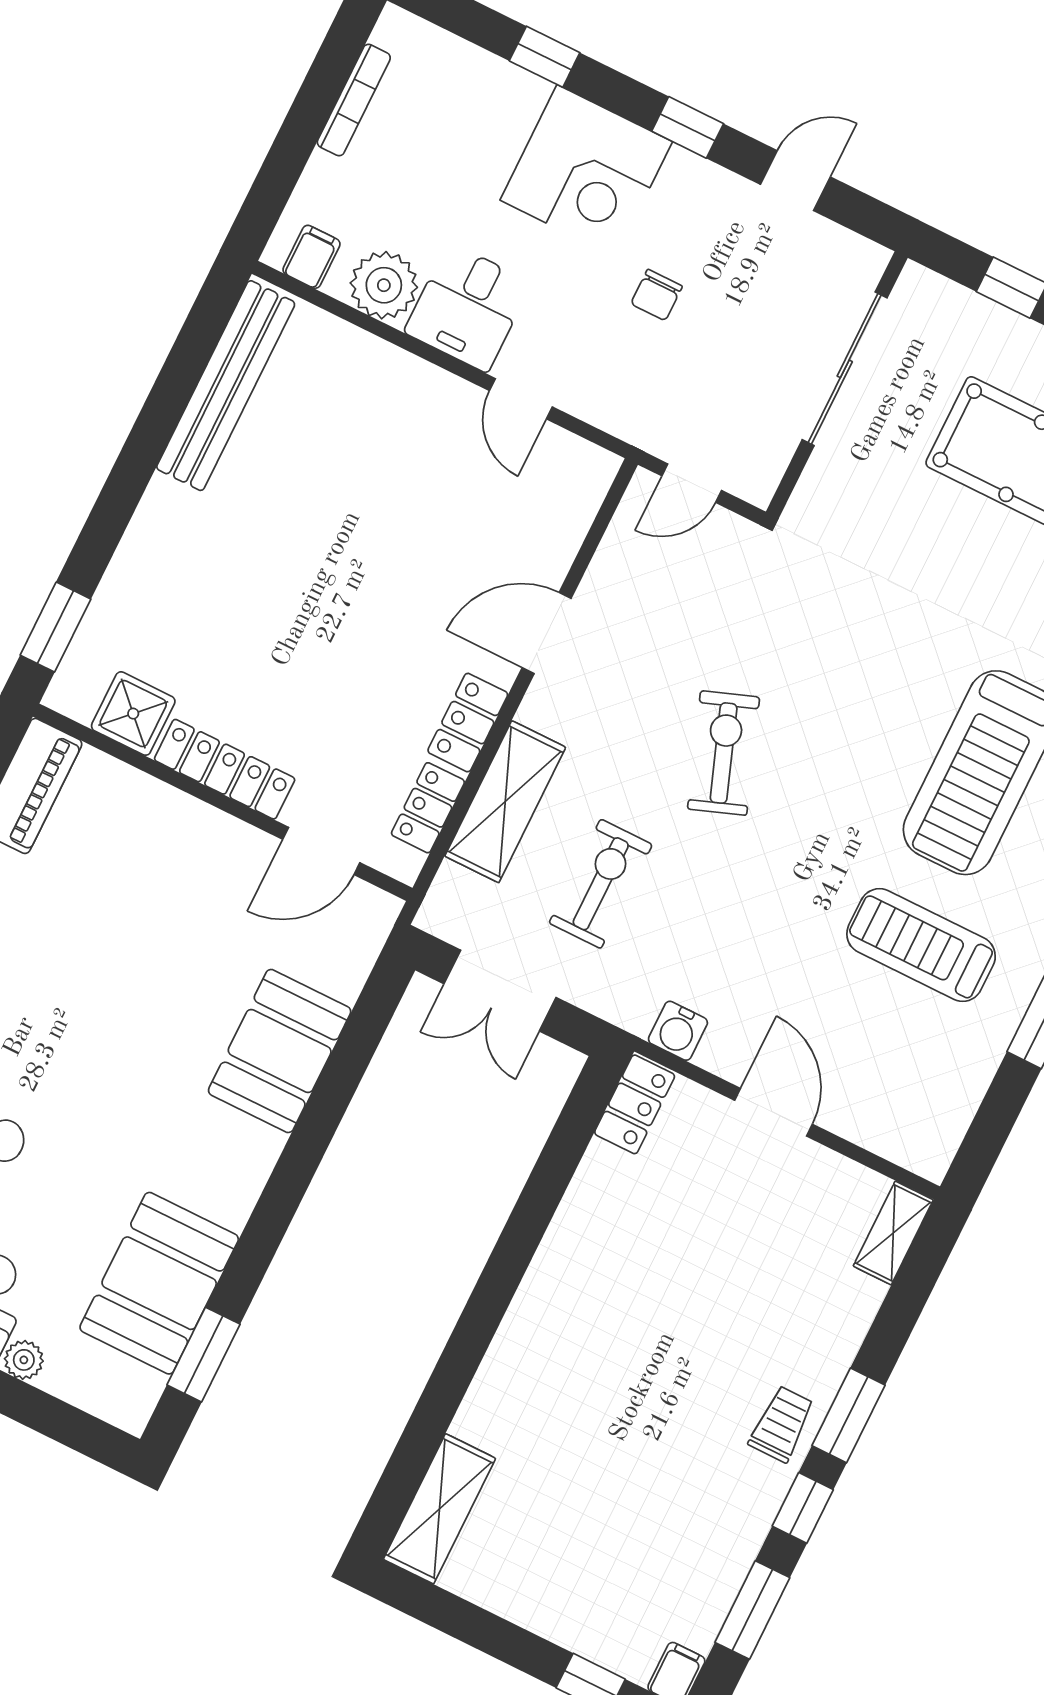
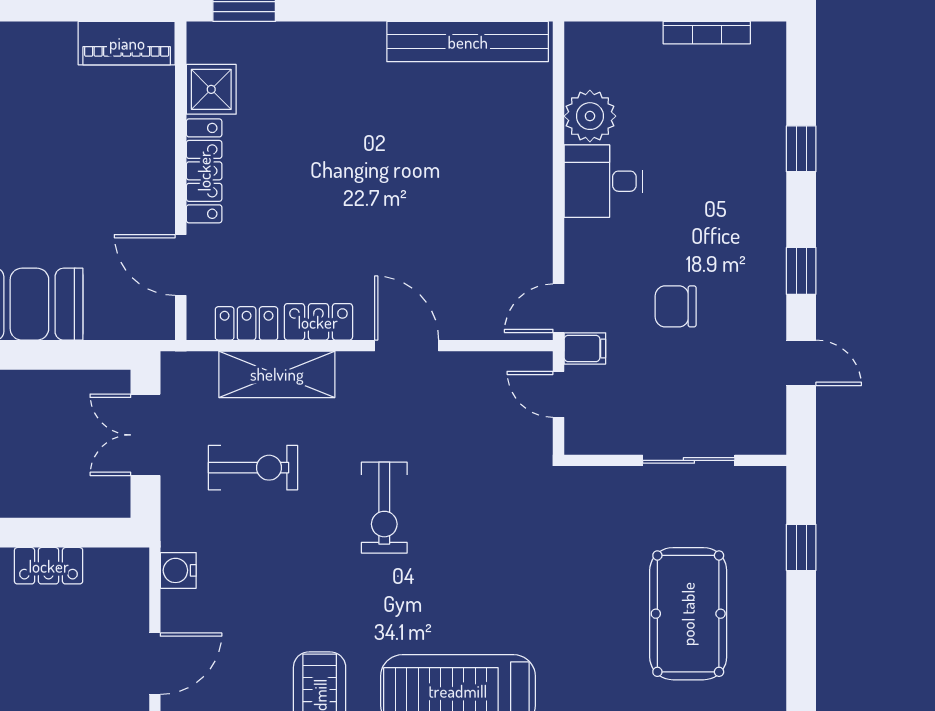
corner desk: (586, 171) -> (737, 216), removed
filing cabinet: (311, 257) -> (585, 348), moved
chair: (657, 295) -> (676, 306), width x1.37, depth x1.37
sliding door: (845, 369) -> (689, 460), width x0.73
door: (521, 399) -> (559, 308), moved
exercise bike: (724, 753) -> (384, 508), turned 110
locker: (635, 1104) -> (49, 566), moved

